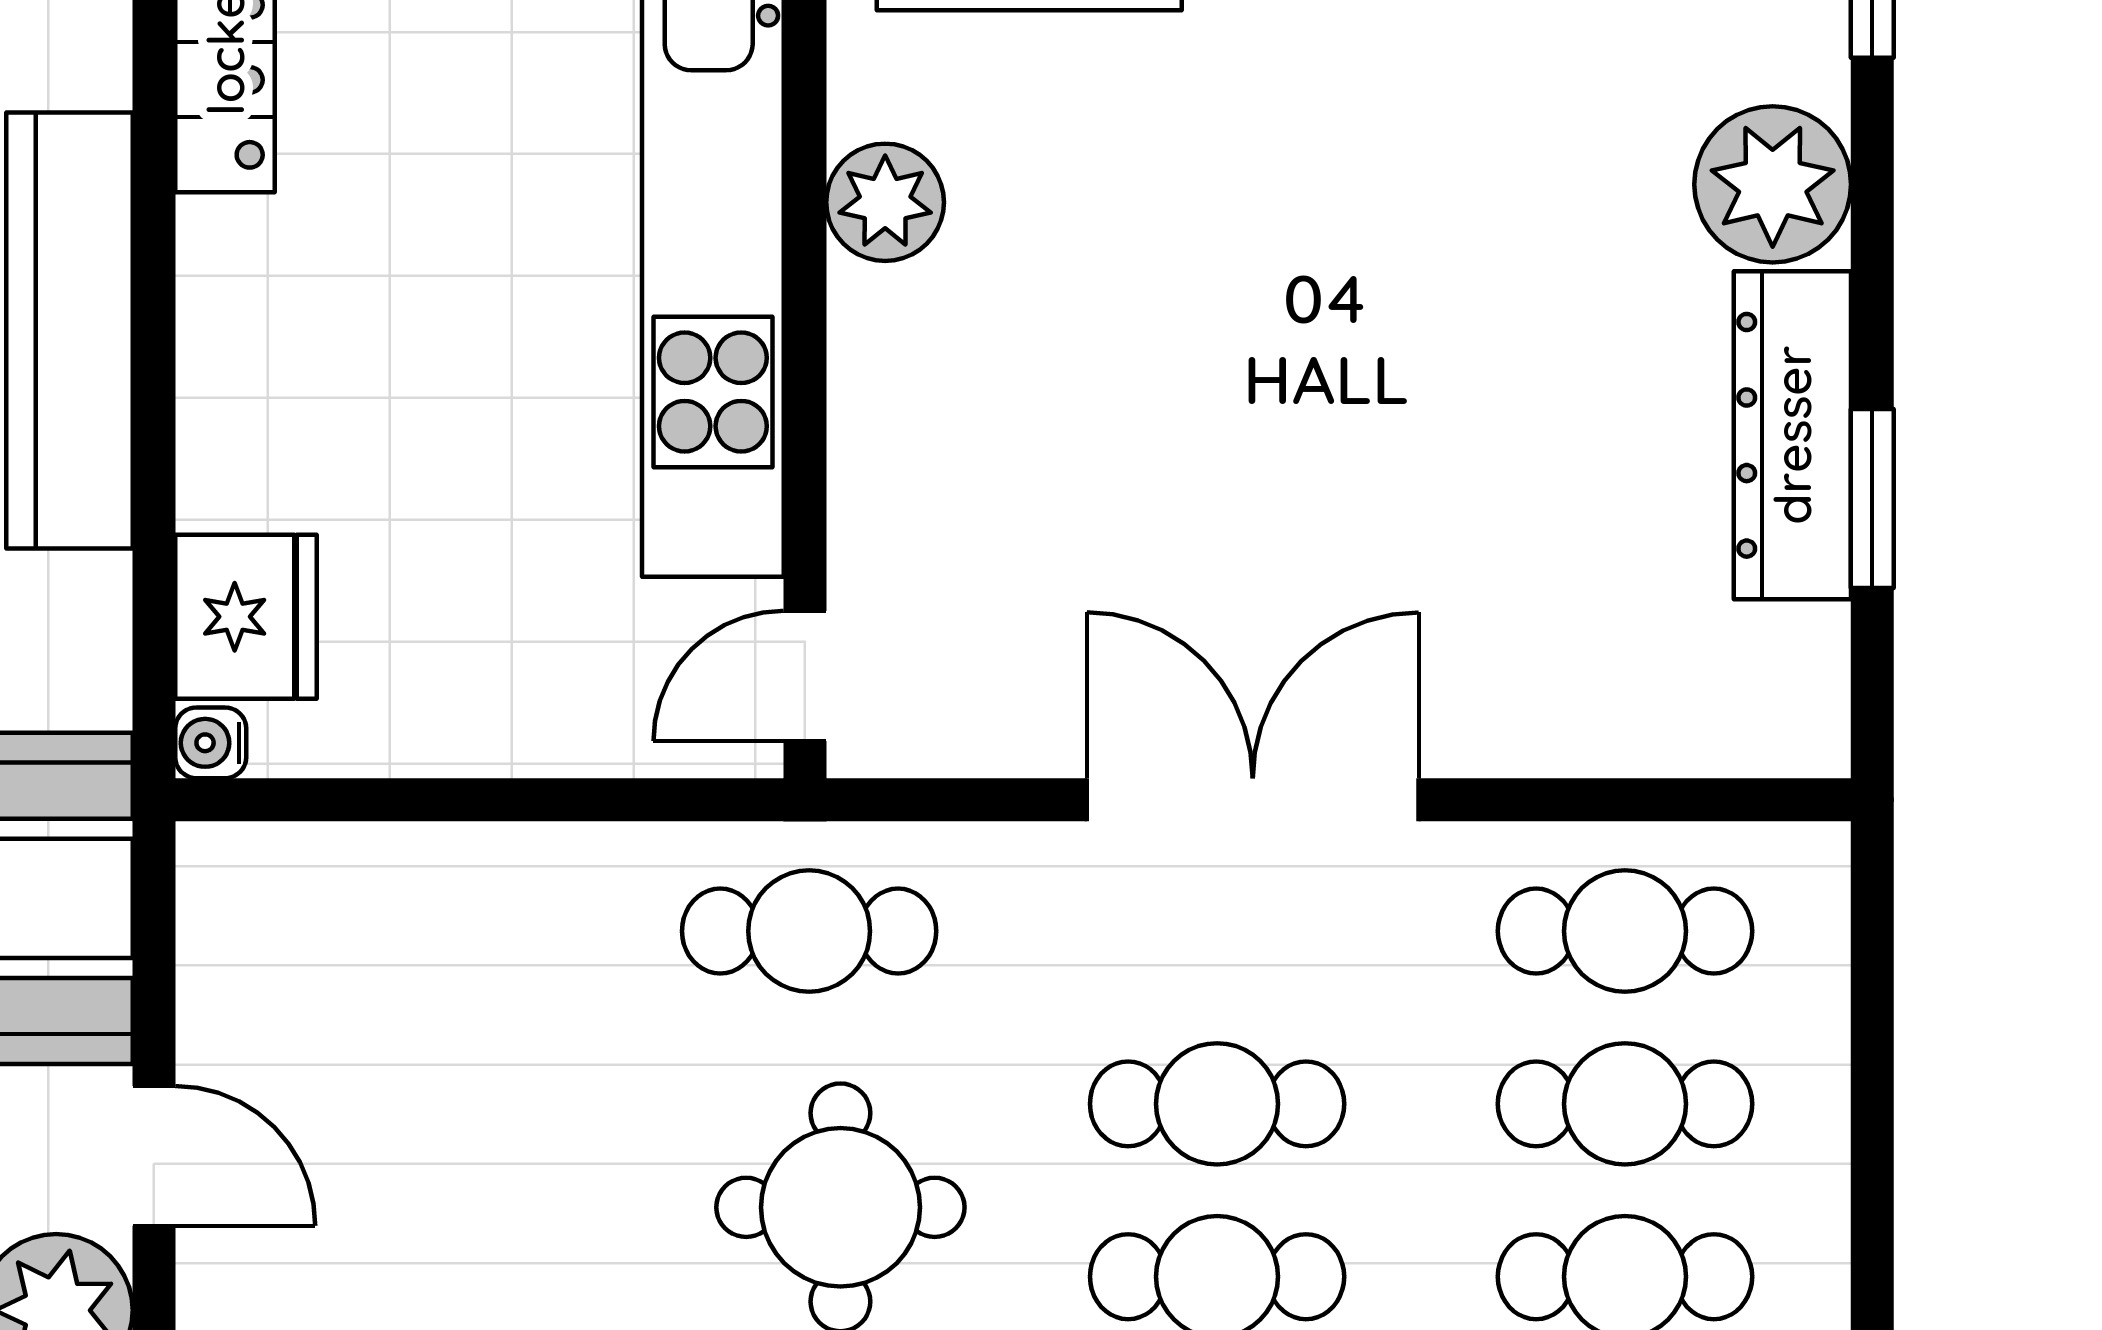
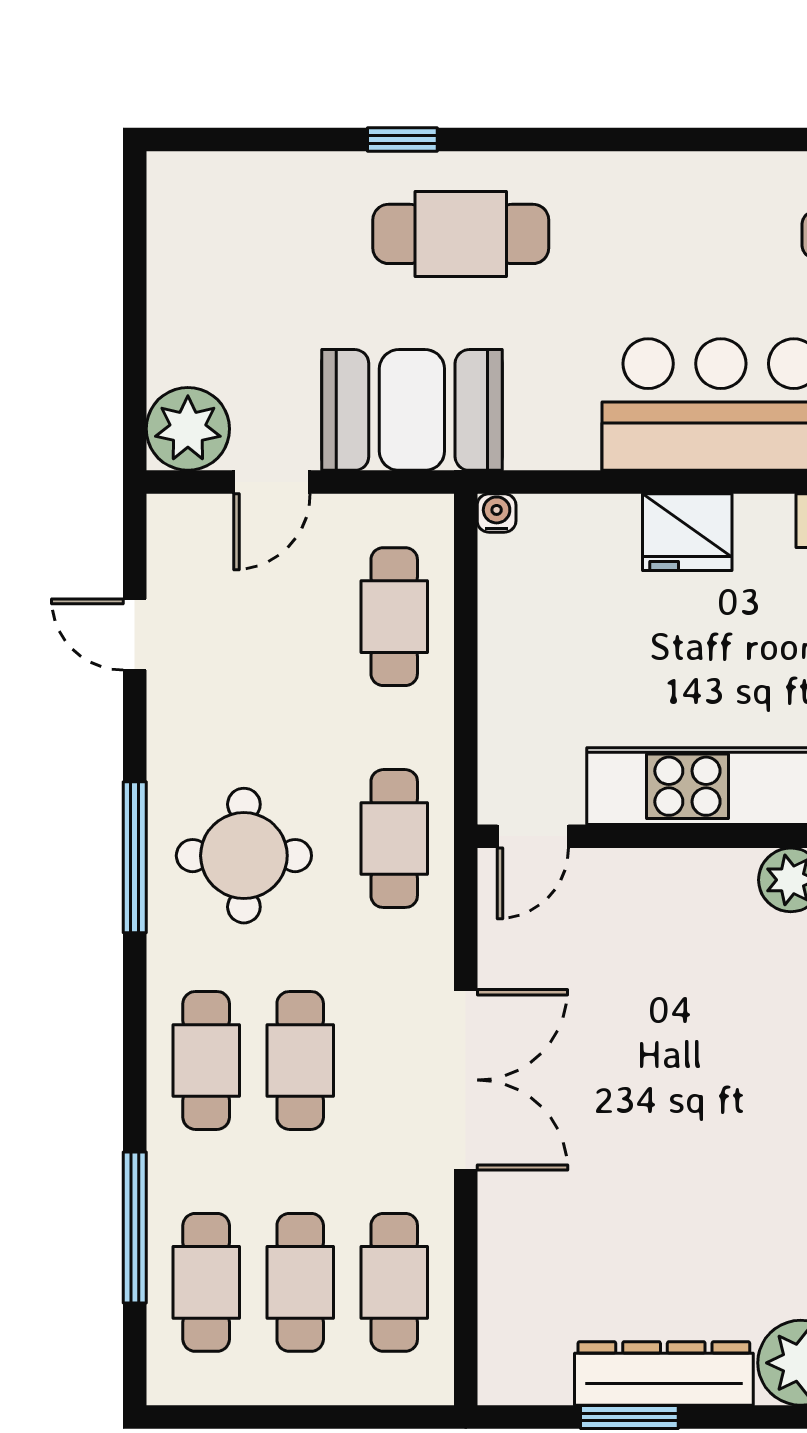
fridge: (246, 617) -> (687, 532), moved
door: (805, 676) -> (533, 836), swing flipped
cafe table: (401, 931) -> (394, 617), added

